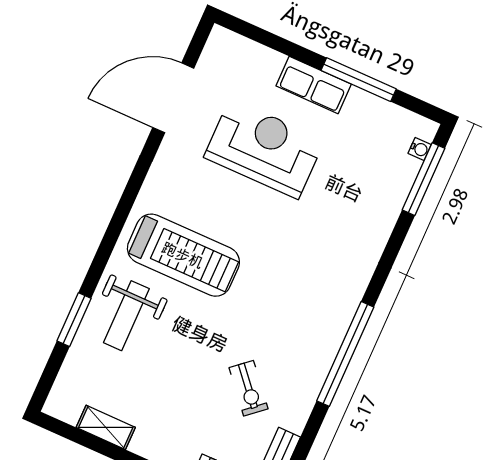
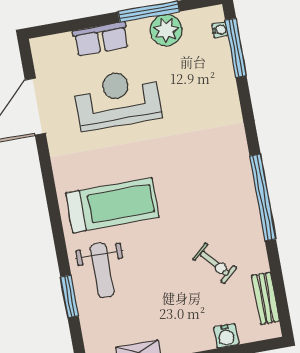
row of seats: (314, 85) -> (101, 39), moved
plant: (364, 111) -> (166, 30), added

